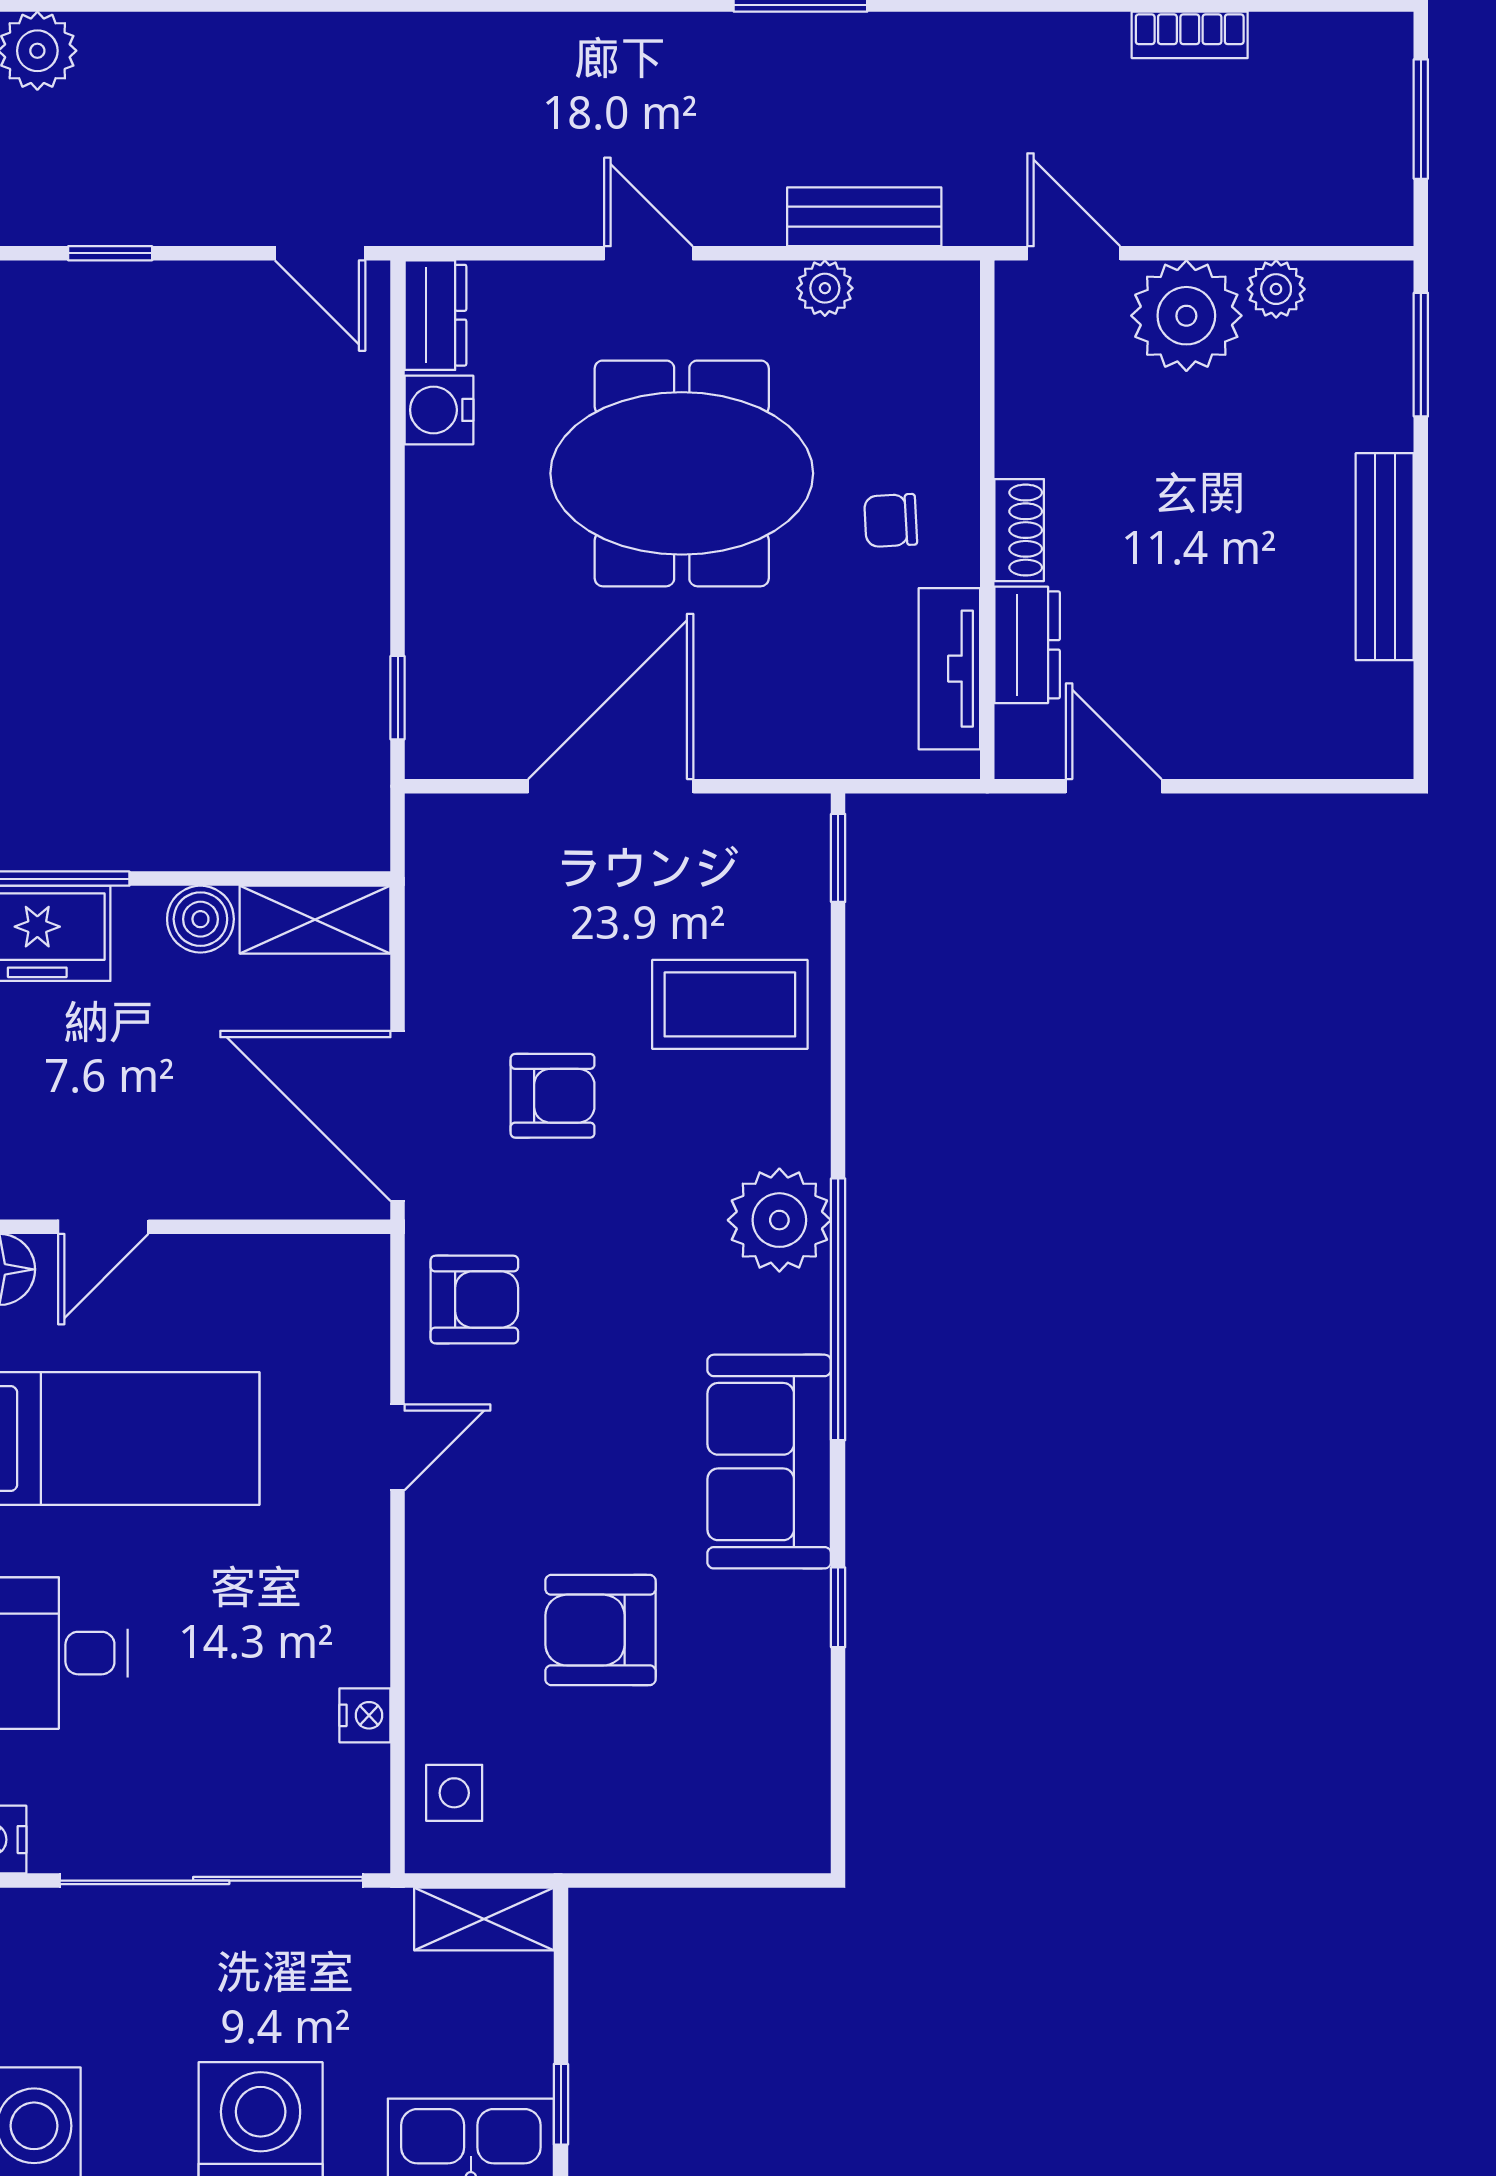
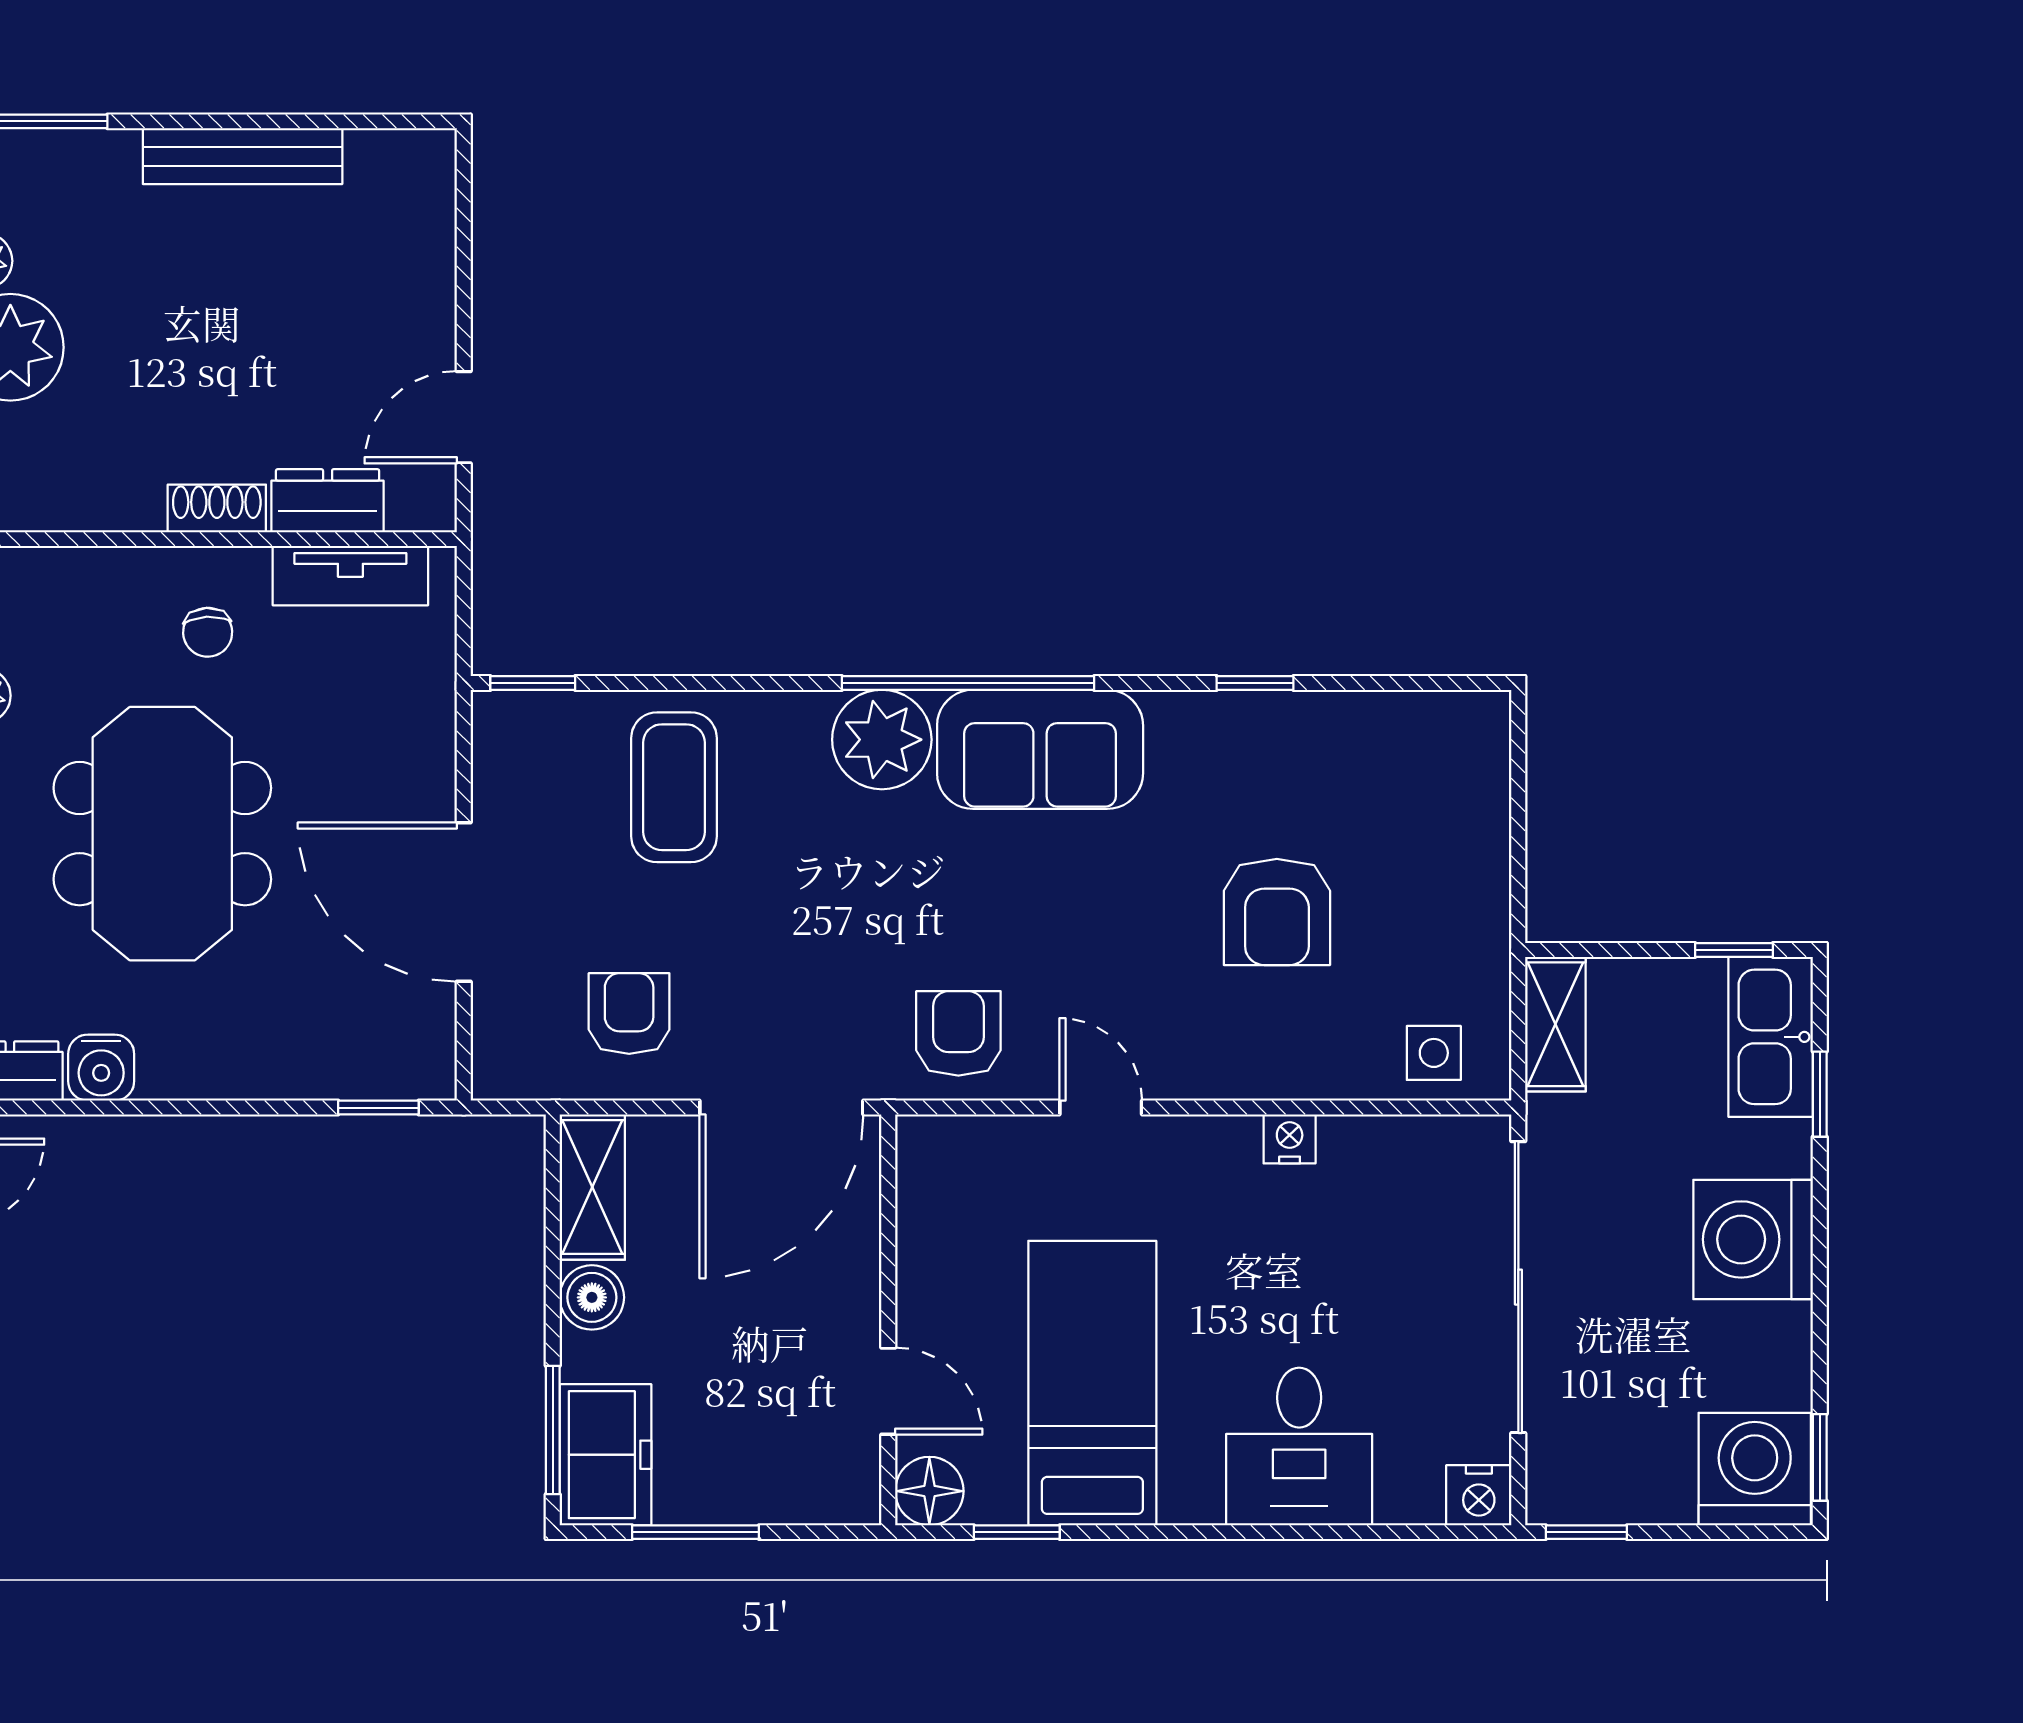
armchair: (553, 1096) -> (629, 1014), moved
sofa: (769, 1462) -> (1040, 749), moved
nightstand: (365, 1715) -> (1290, 1139), moved

